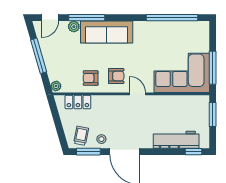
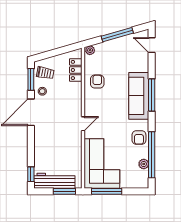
window: (87, 18) -> (152, 95), moved
plant: (74, 27) -> (144, 164), moved
armchair: (116, 76) -> (139, 138), moved
workbench: (176, 140) -> (54, 181), moved, turned -90

